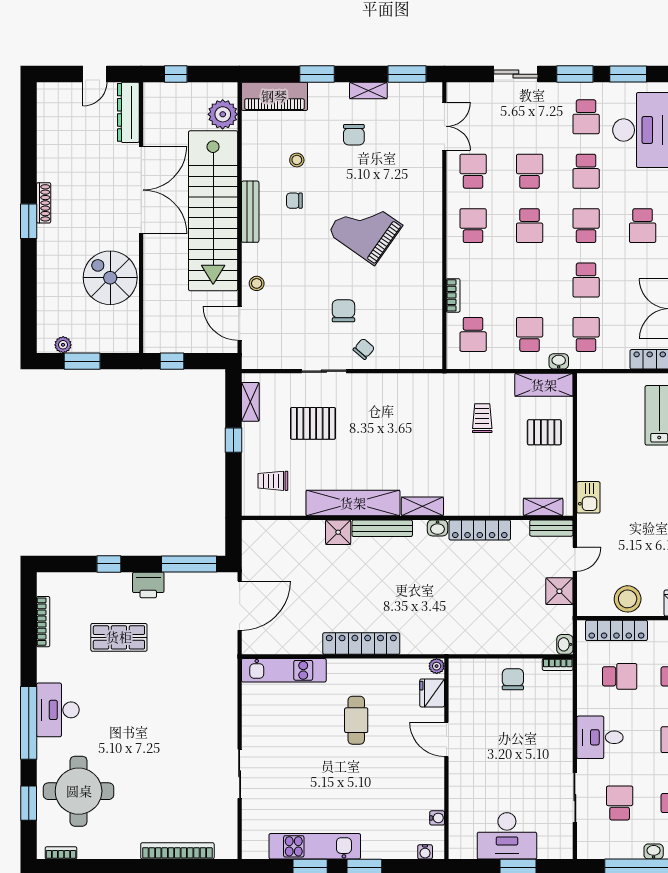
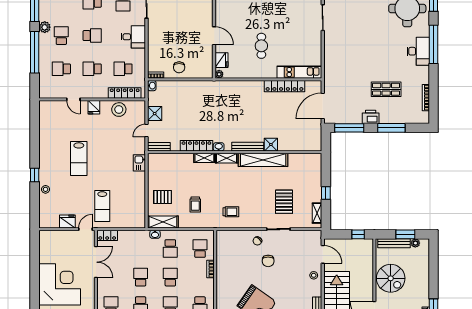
school desk: (586, 334) -> (170, 277), moved, turned 180
bench: (104, 344) -> (394, 243), added
pallet: (313, 423) -> (284, 202), turned 90
trolley: (273, 481) -> (231, 212), moved
shelving: (543, 507) -> (204, 158), moved
window: (109, 564) -> (391, 128), width x2.17
locker: (361, 643) -> (284, 86), moved

